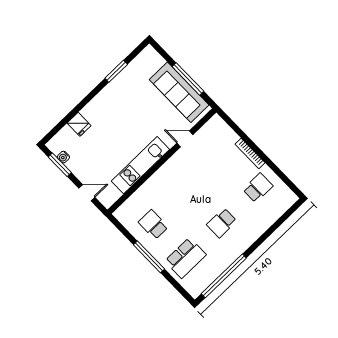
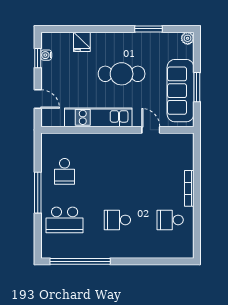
plant: (149, 52) -> (188, 38), added
window: (188, 79) -> (197, 87), width x0.69
cafe table: (128, 120) -> (122, 74), added
window: (60, 165) -> (38, 58), width x0.67
school desk: (258, 188) -> (170, 220), turned 180
school desk: (153, 225) -> (65, 171), turned 180

